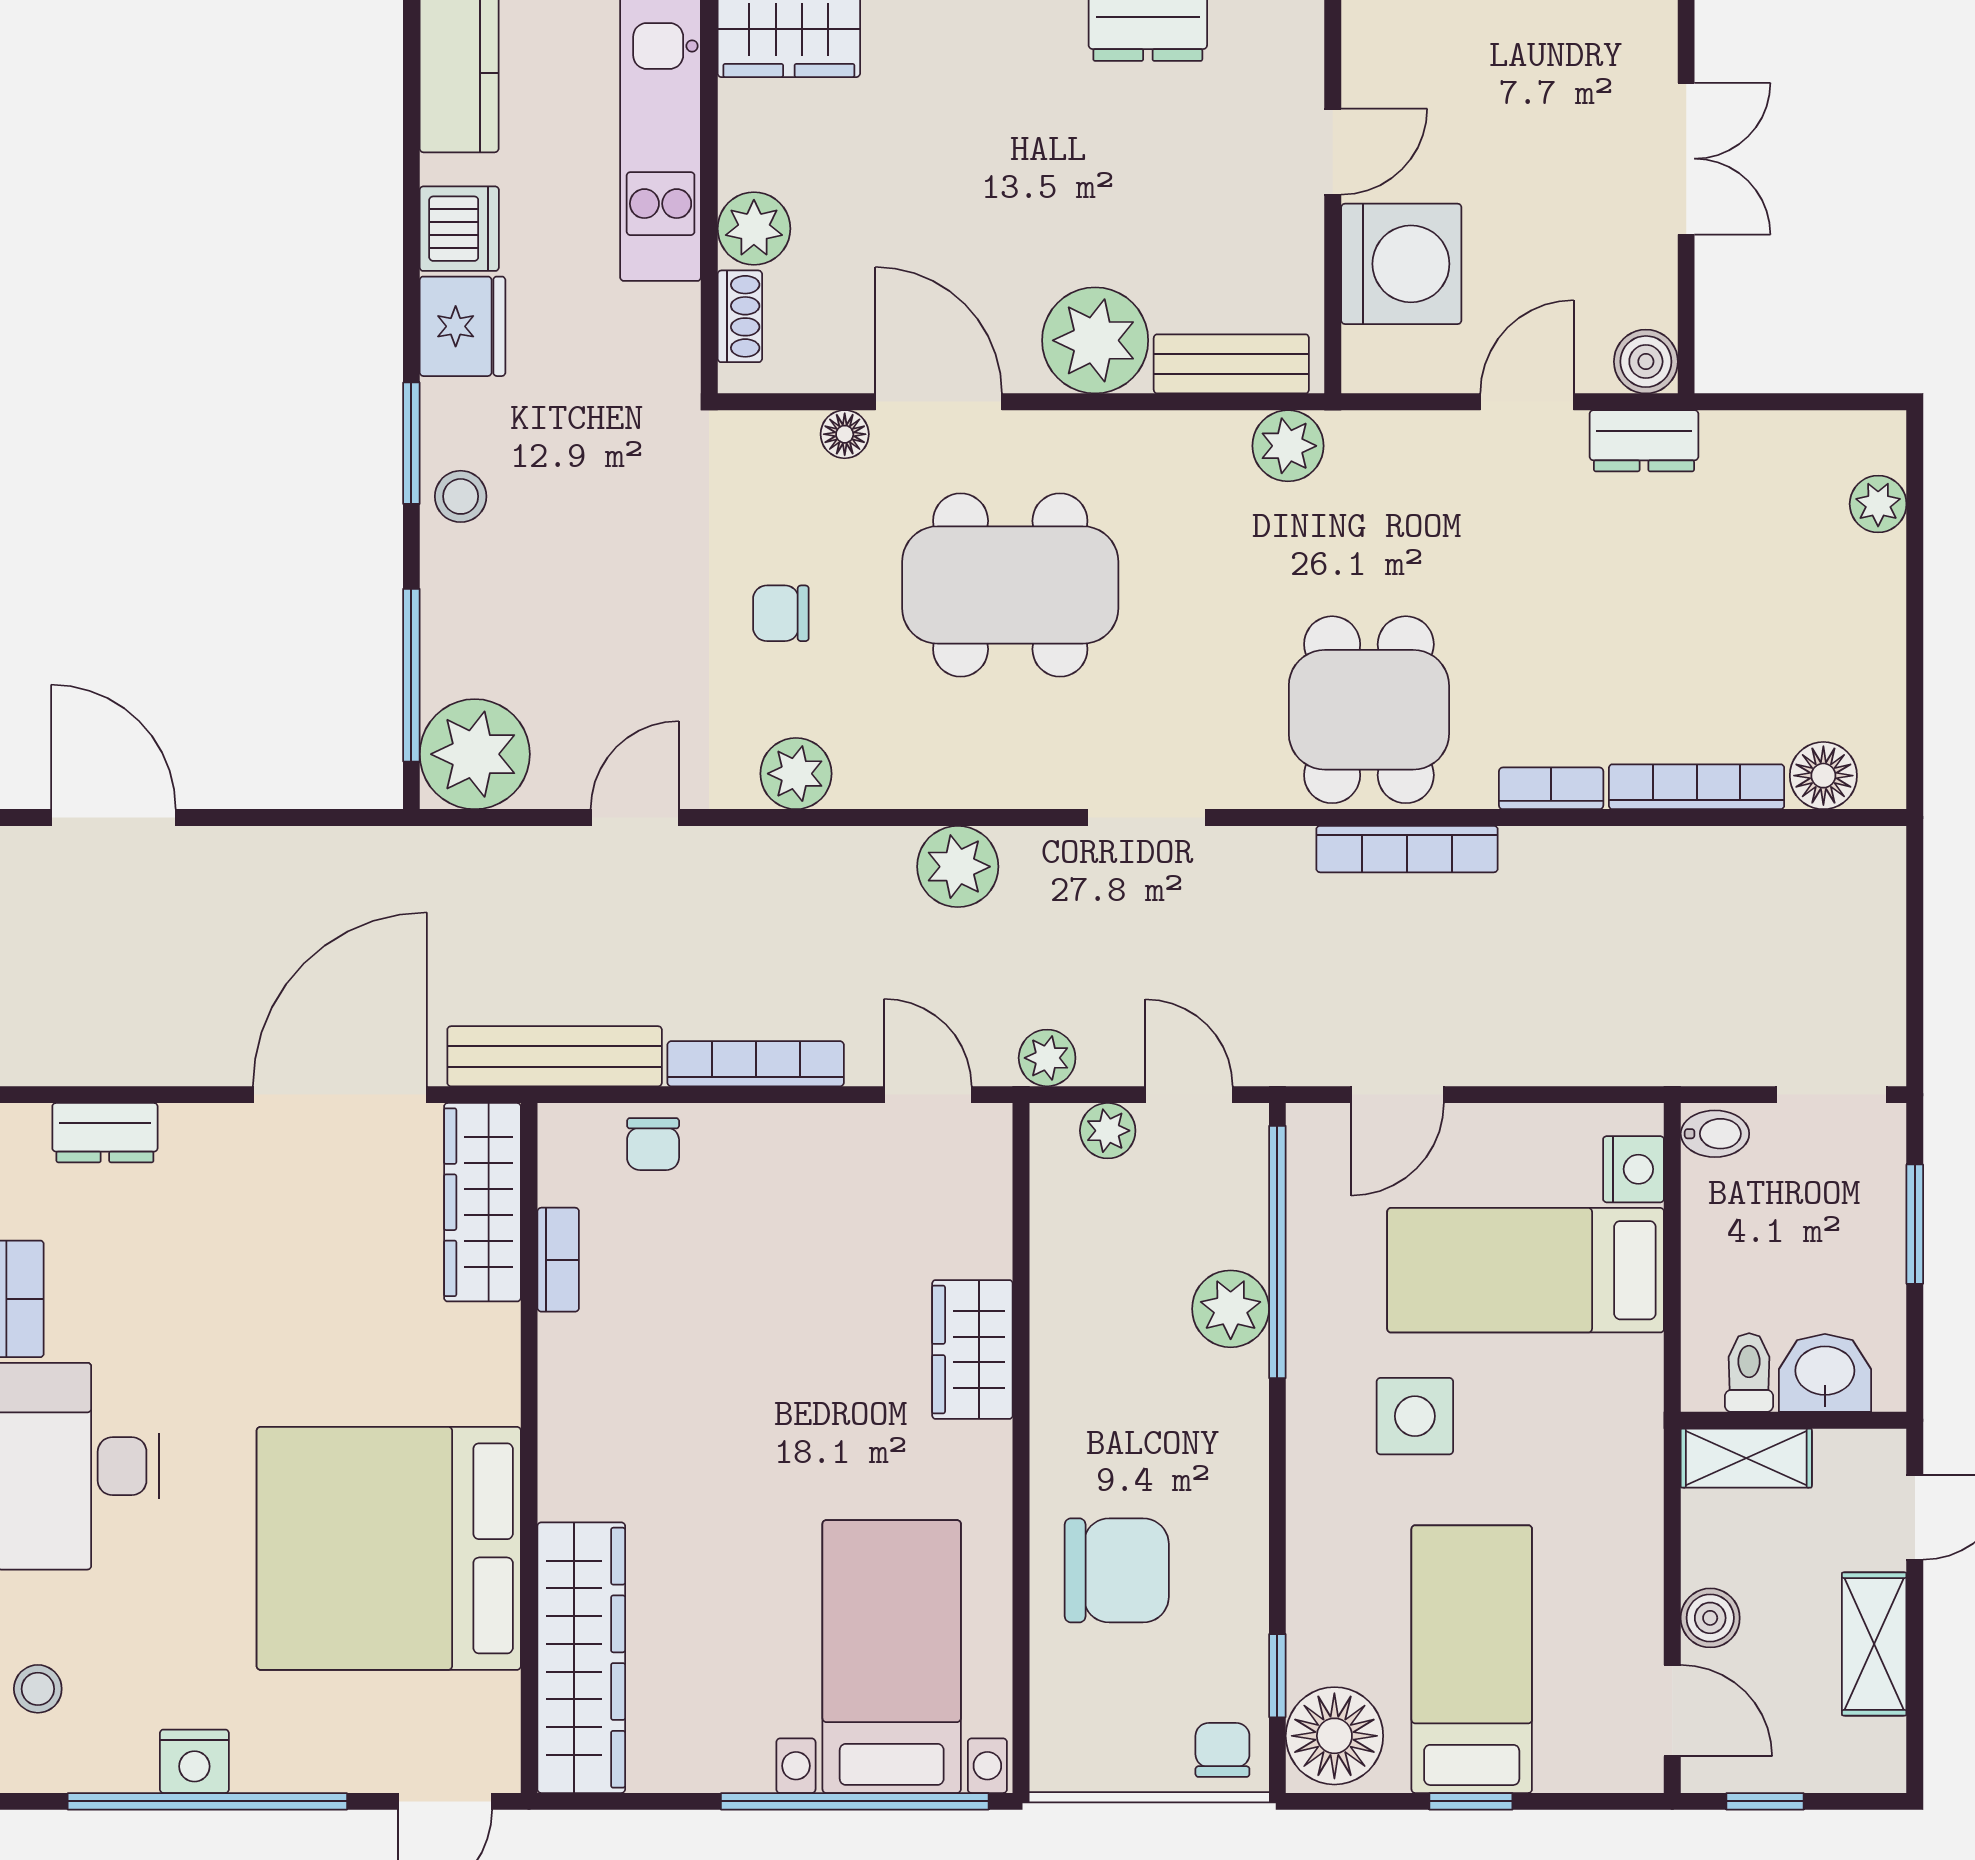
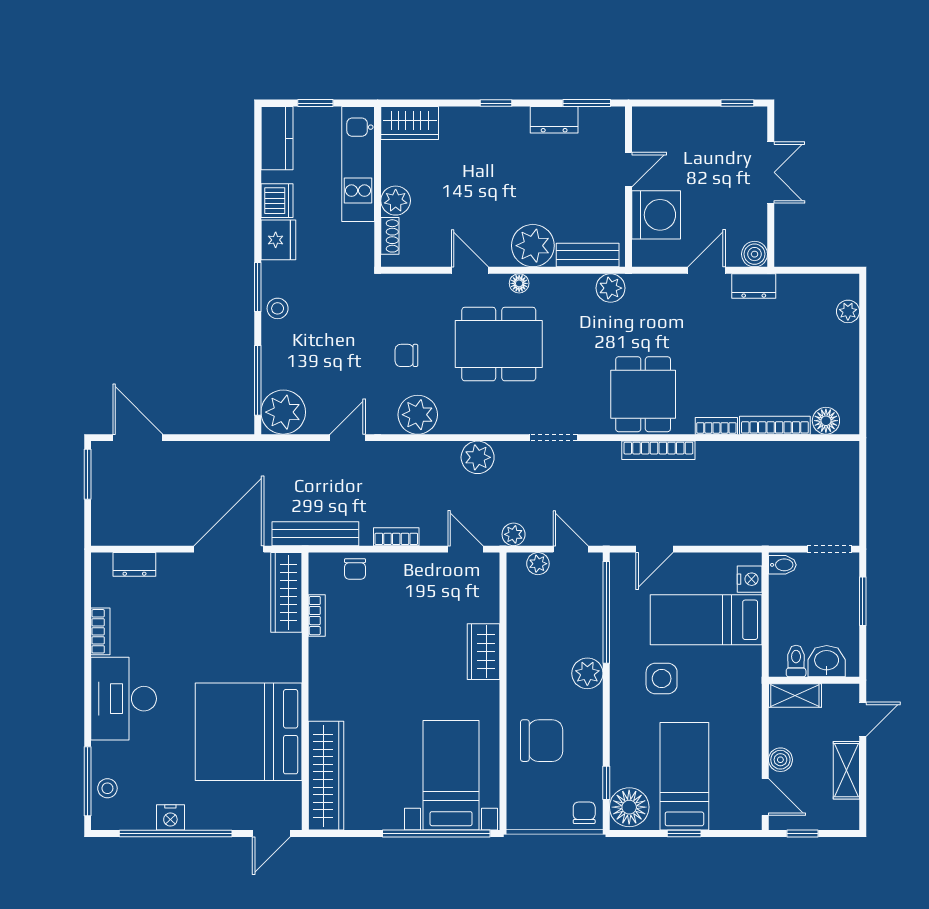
door: (939, 402) -> (470, 270), width x0.73
floor lamp: (845, 434) -> (519, 283), moved
plant: (796, 774) -> (418, 415), width x1.36, depth x1.36
bookcase: (756, 1064) -> (396, 537), width x0.64
plant: (1231, 1309) -> (587, 673), moved

